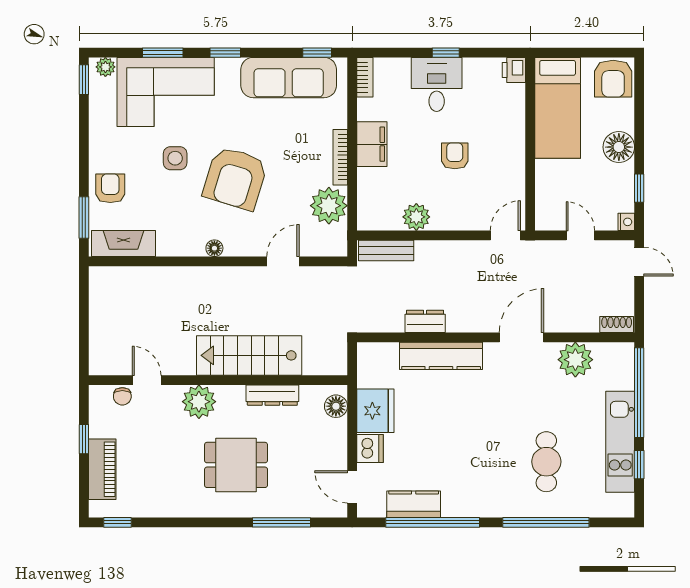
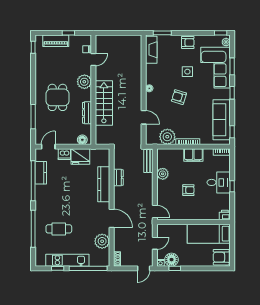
floor lamp: (619, 147) -> (172, 260), moved
armchair: (235, 178) -> (179, 97), width x0.53, depth x0.53
armchair: (110, 188) -> (188, 42), moved

